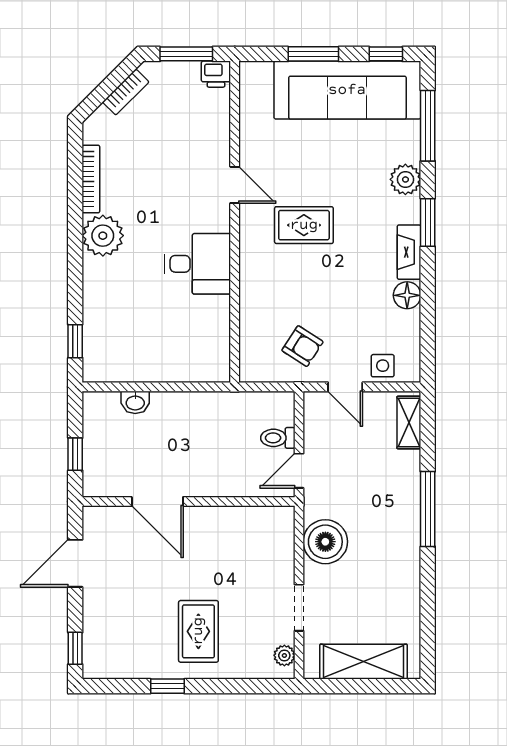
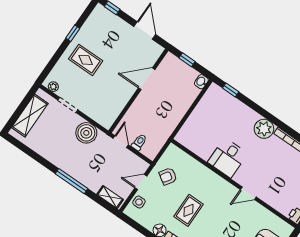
rug: (304, 225) -> (188, 210), moved
washbasin: (135, 402) -> (201, 82), moved

